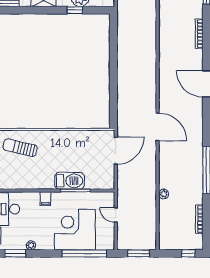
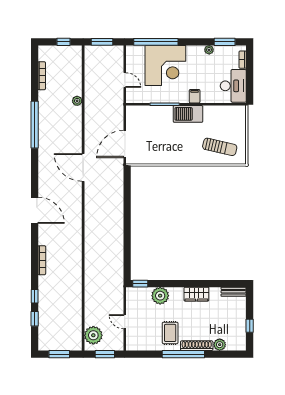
window: (75, 10) -> (140, 284), moved
barbecue: (69, 181) -> (188, 114), moved
window: (188, 253) -> (63, 42), moved

